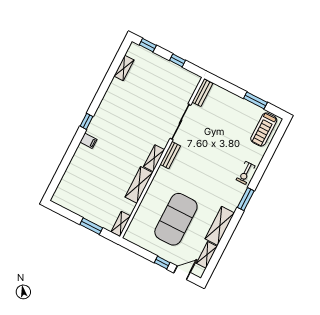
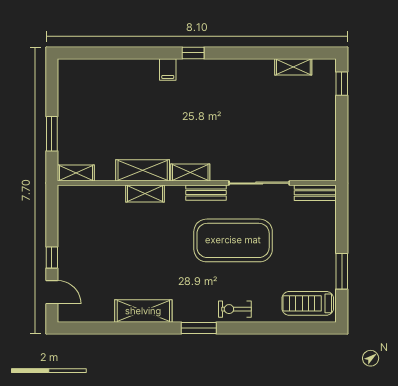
window: (177, 60) -> (342, 135), removed
exercise mat: (176, 219) -> (233, 240), moved
shelving: (207, 255) -> (145, 194), moved

